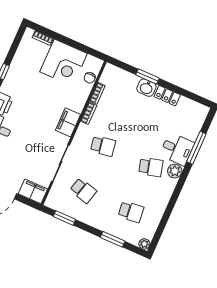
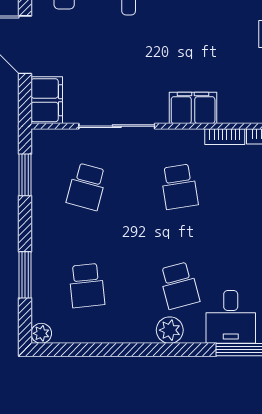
plant: (175, 171) -> (170, 330), moved

